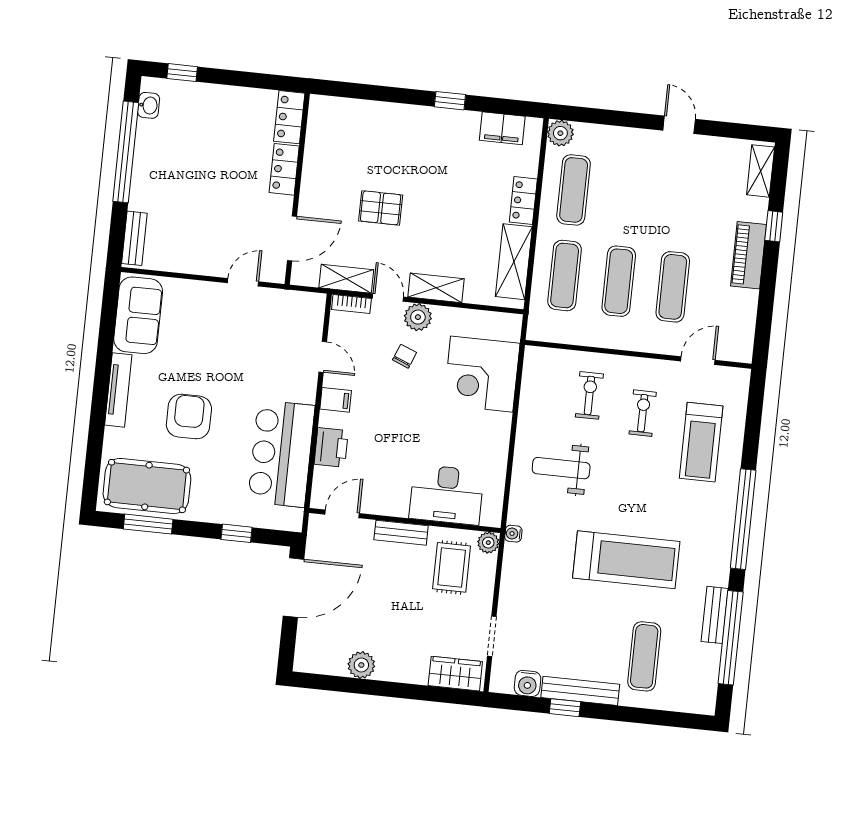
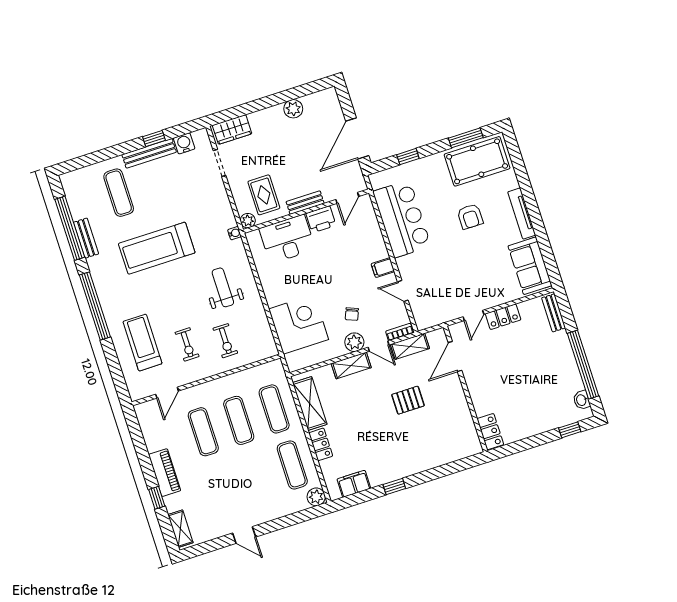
locker: (284, 169) -> (503, 317), moved, turned 90
armchair: (189, 417) -> (470, 216), width x0.72, depth x0.72
printer: (331, 447) -> (321, 219), moved, turned -90
weight bench: (561, 468) -> (223, 287), turned -90

